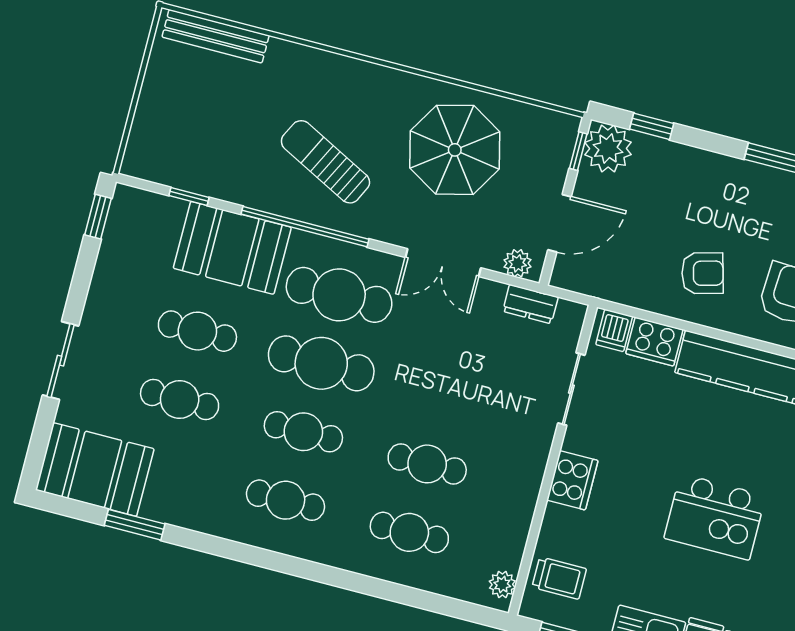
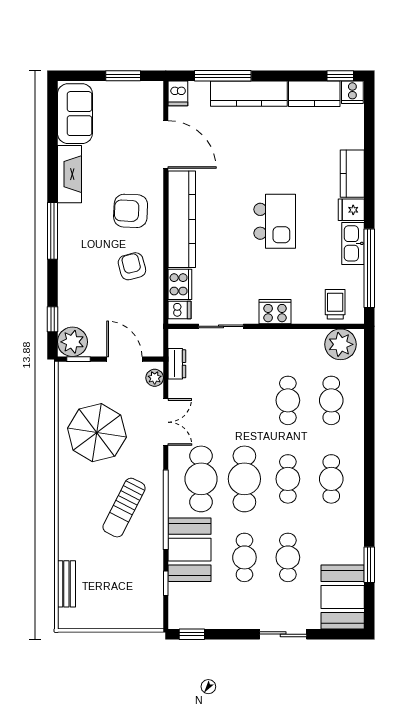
bench: (216, 36) -> (66, 584), width x0.73
plant: (502, 584) -> (341, 344), width x1.88, depth x1.88

